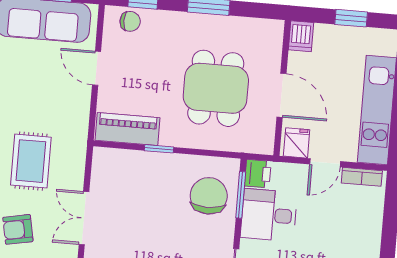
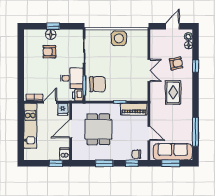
window: (351, 18) -> (56, 163), moved
door: (281, 95) -> (71, 129), hinge flipped
chair: (209, 196) -> (98, 84), turned -90

